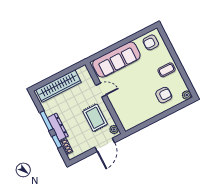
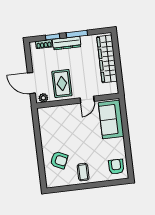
sofa: (116, 60) -> (111, 120), width x0.73
armchair: (164, 95) -> (59, 160), turned -66
plant: (187, 95) -> (51, 183), removed
rug: (95, 118) -> (62, 84), turned 90

